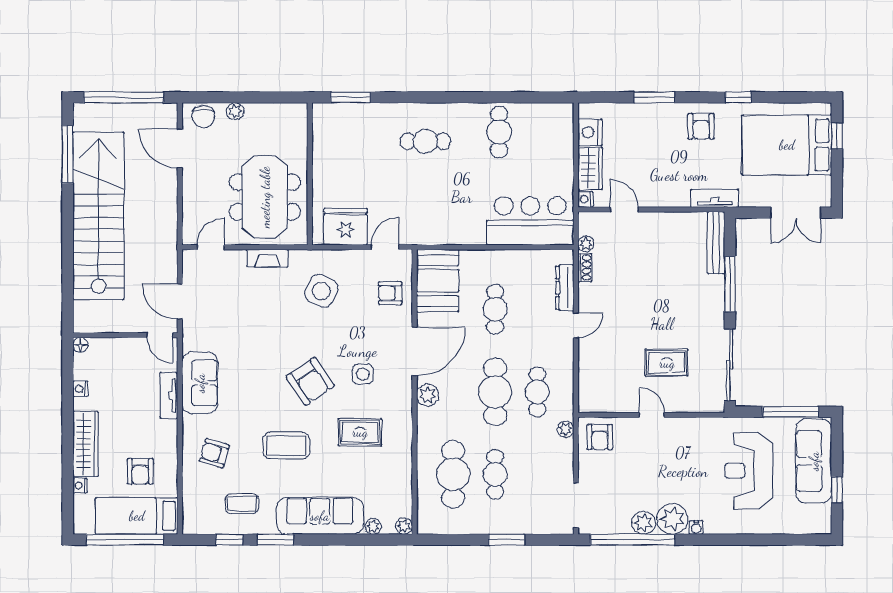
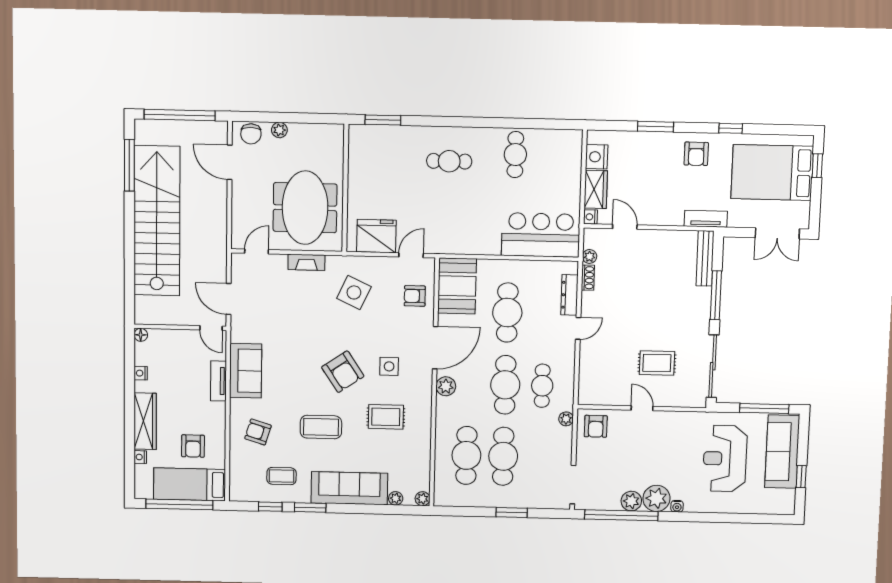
cafe table: (495, 309) -> (507, 313), width x1.37, depth x1.35
cafe table: (495, 474) -> (503, 456), width x1.37, depth x1.35

